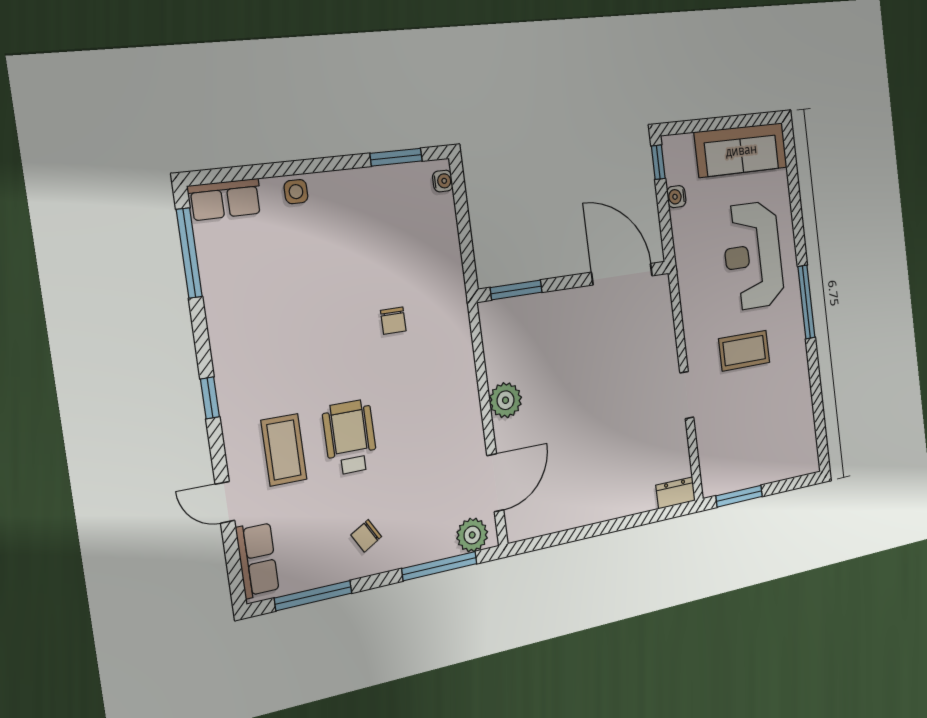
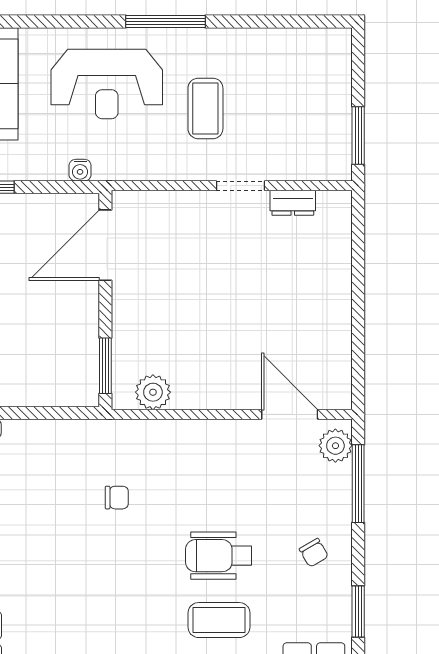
water cooler: (676, 197) -> (80, 170), moved
plant: (506, 400) -> (153, 392), moved
dresser: (676, 493) -> (293, 203), moved, turned -90
window: (313, 596) -> (358, 612), width x0.69

